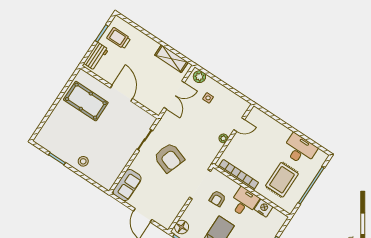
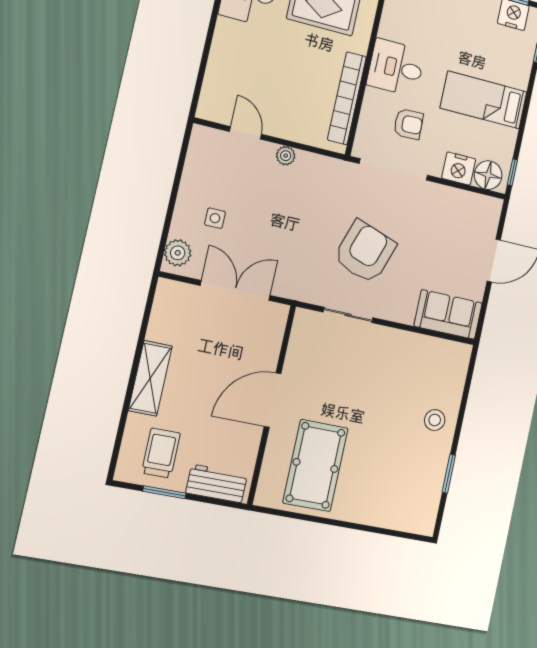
trolley: (119, 38) -> (161, 453), turned 180
shelving: (171, 59) -> (150, 378), moved
nightstand: (264, 208) -> (459, 169), moved, turned -90

